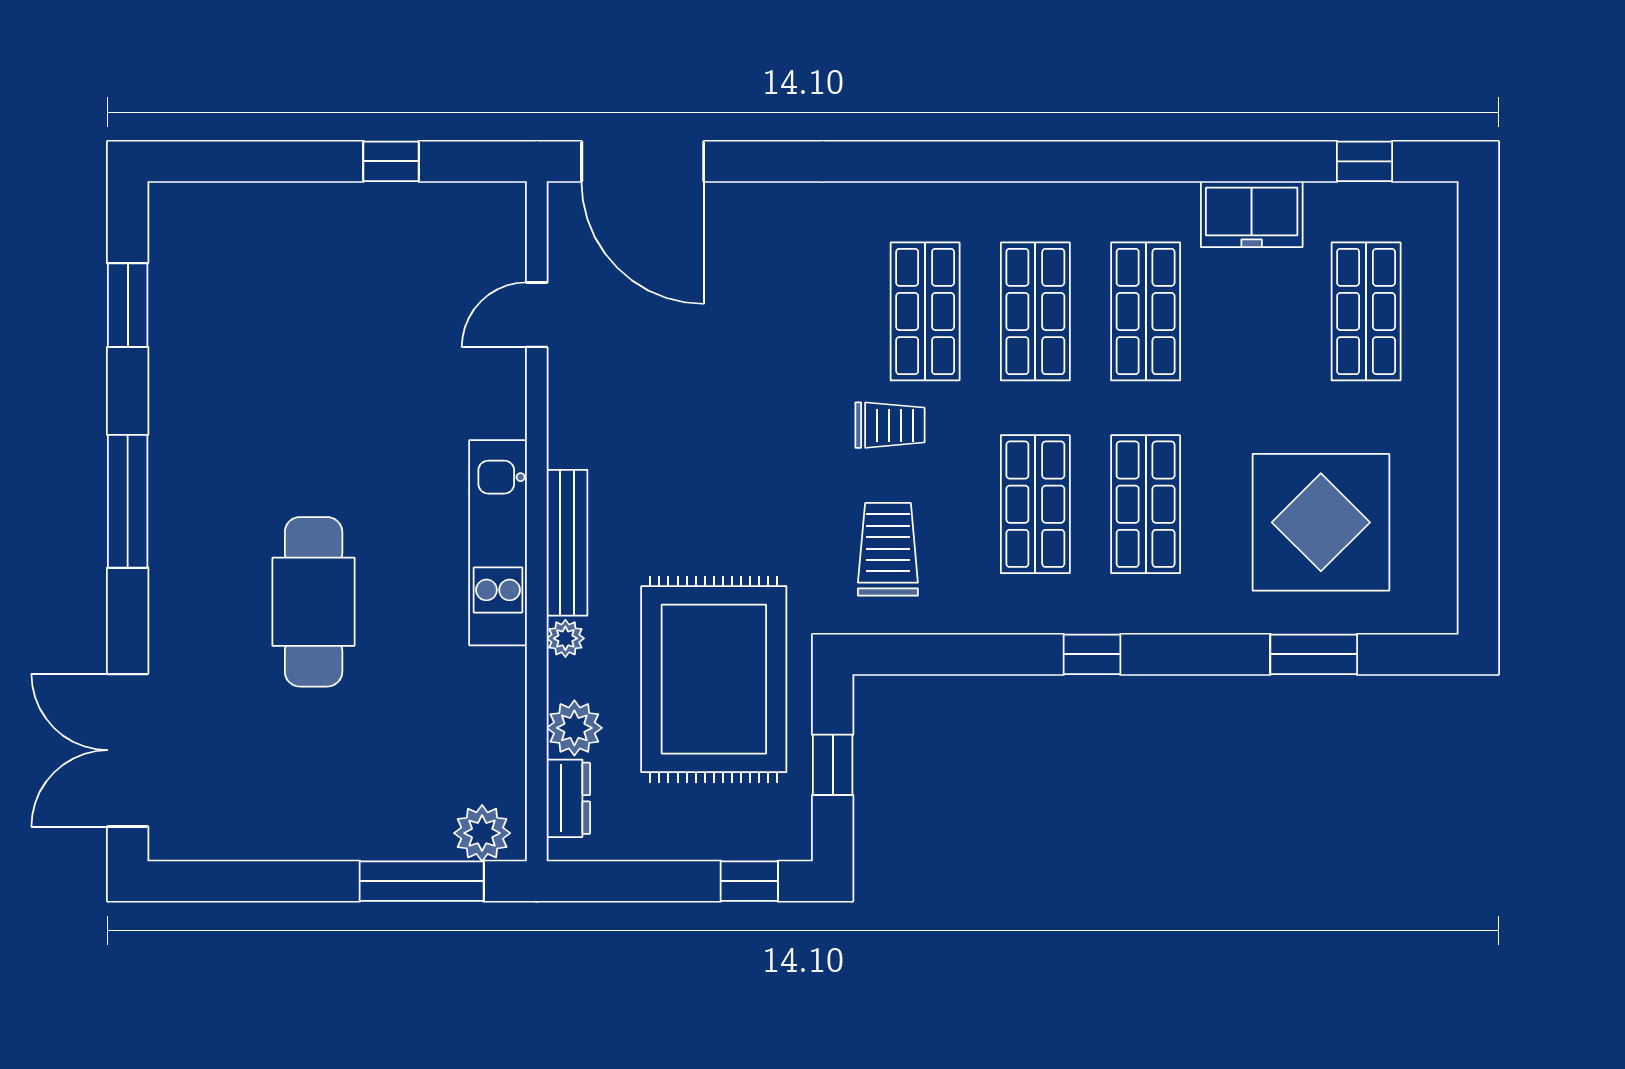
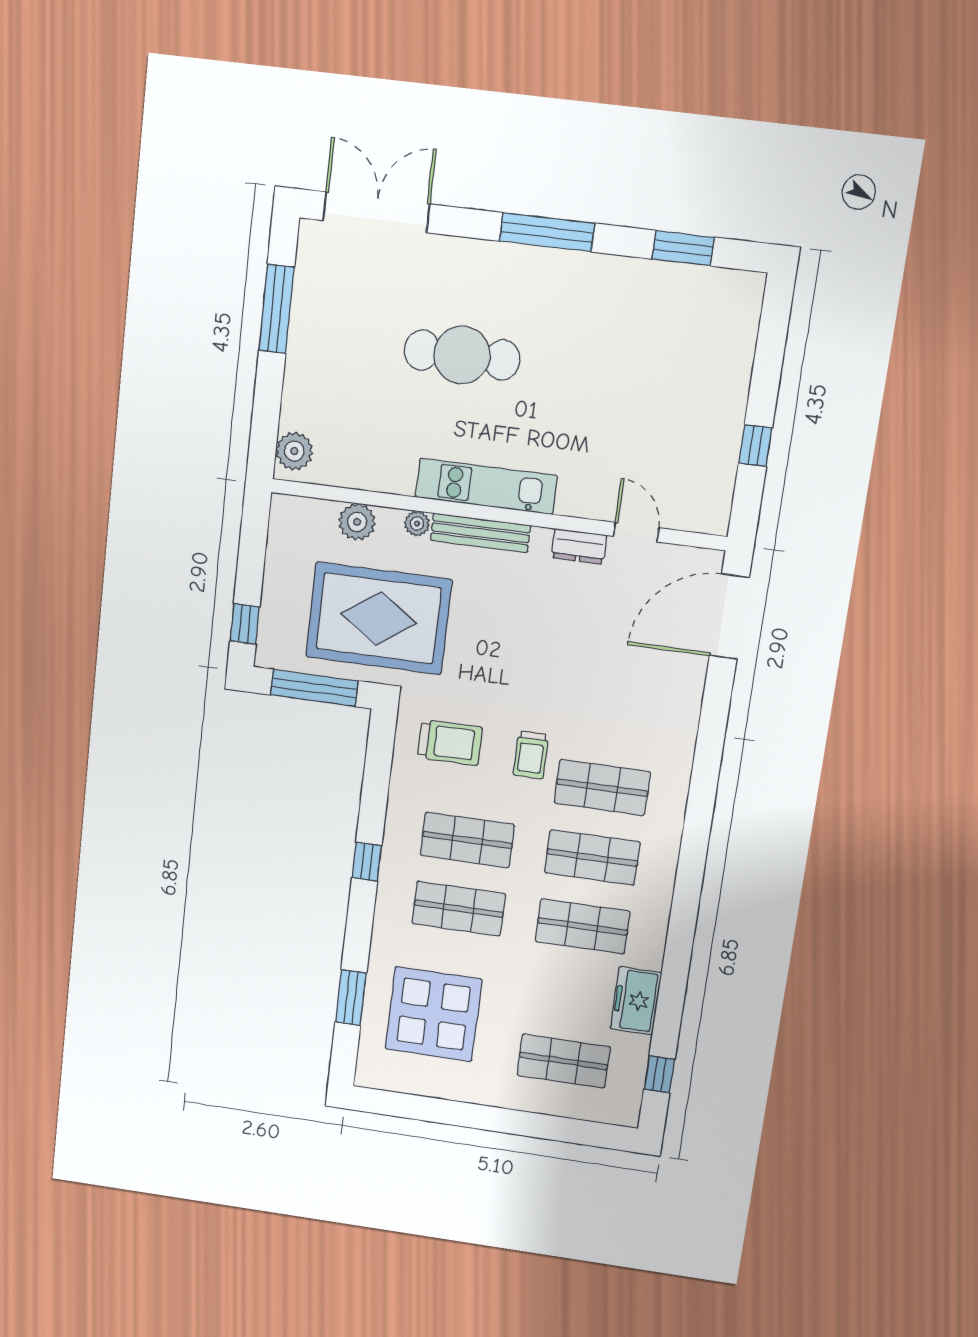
window: (833, 765) -> (314, 688), width x2.17
dresser: (568, 798) -> (579, 546), moved
window: (422, 881) -> (277, 309), moved

